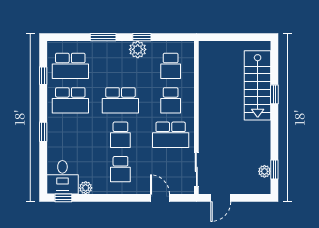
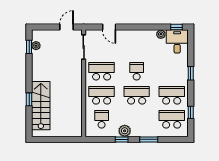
school desk: (171, 100) -> (102, 95), width x1.85
school desk: (120, 169) -> (137, 47), removed

